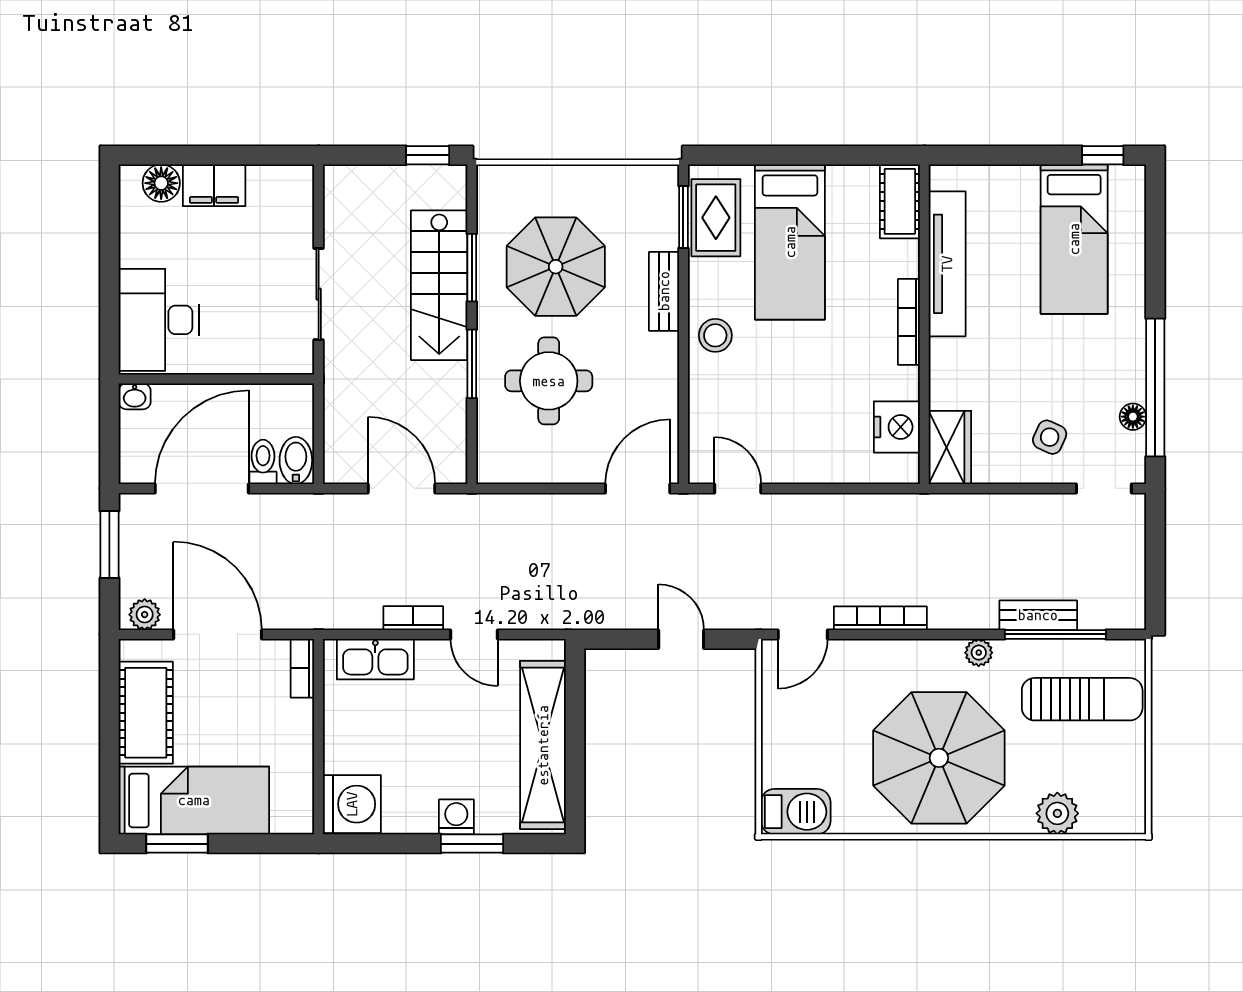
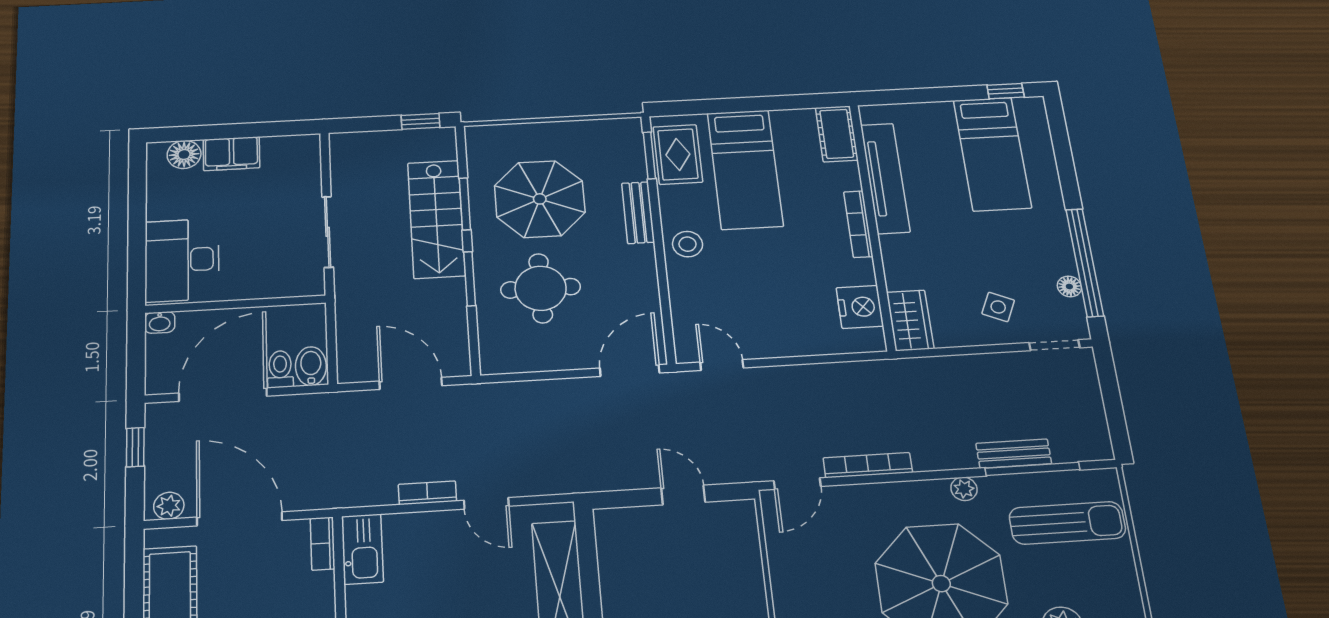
window: (109, 544) -> (135, 447), width x0.67
kitchen sink: (375, 659) -> (362, 549), moved, turned -90

